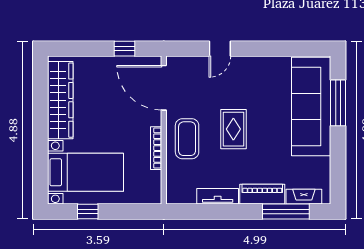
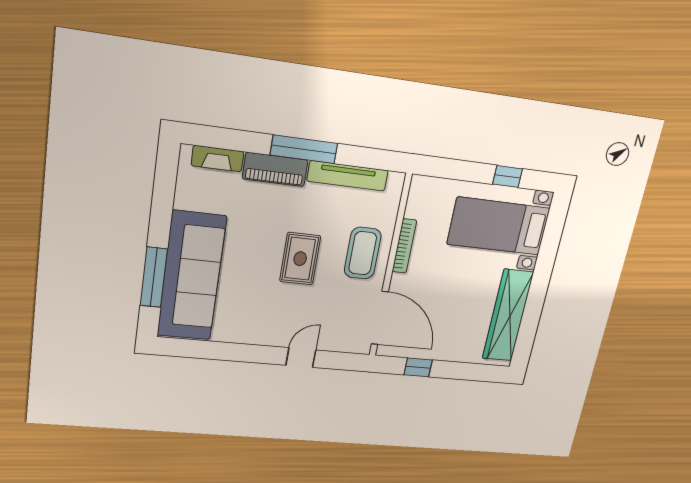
tv unit: (218, 196) -> (348, 176), width x1.41
window: (286, 212) -> (304, 149), moved

